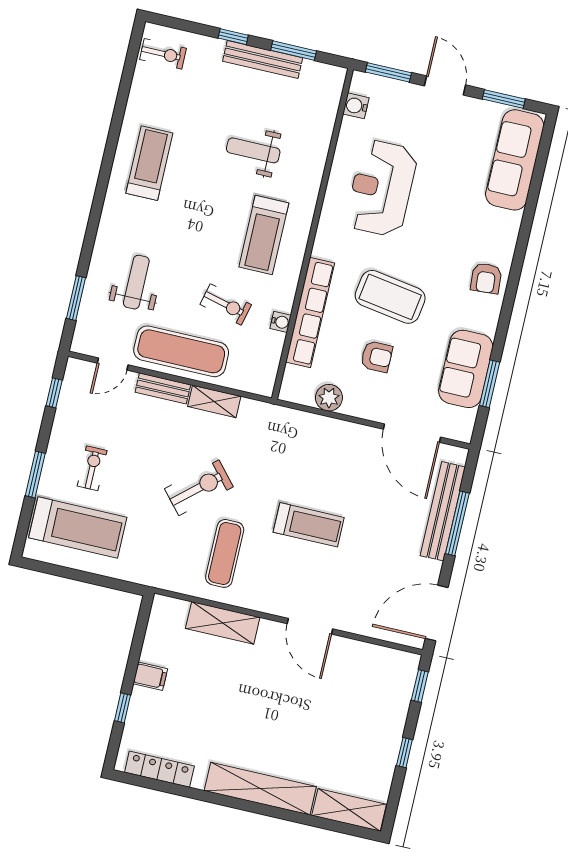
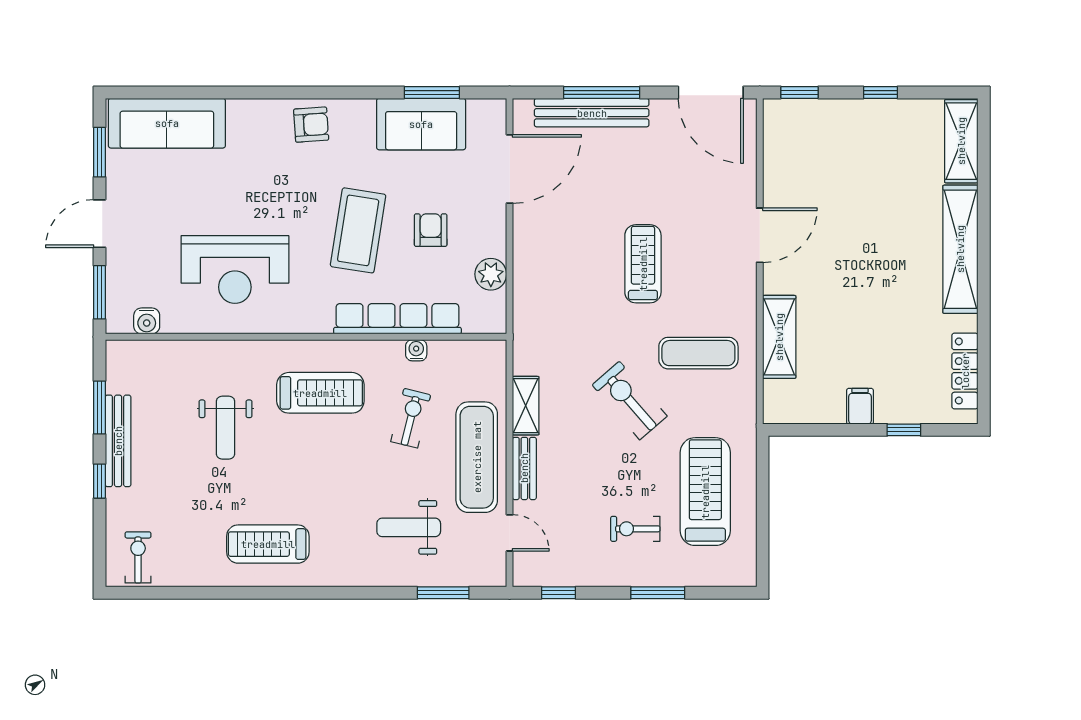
treadmill: (78, 528) -> (705, 492), moved

